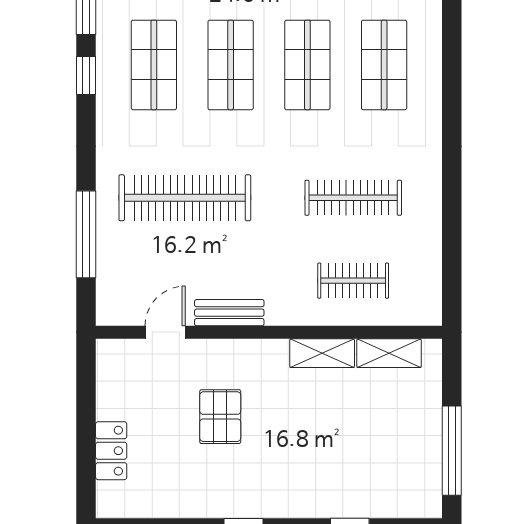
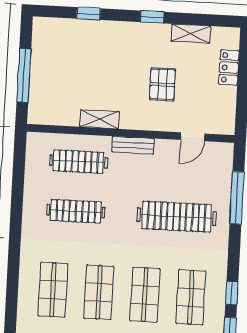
clothes rail: (353, 281) -> (78, 162), width x1.36
bench: (229, 313) -> (133, 145), moved
shelving: (389, 353) -> (191, 34), moved
window: (452, 451) -> (24, 75), moved

